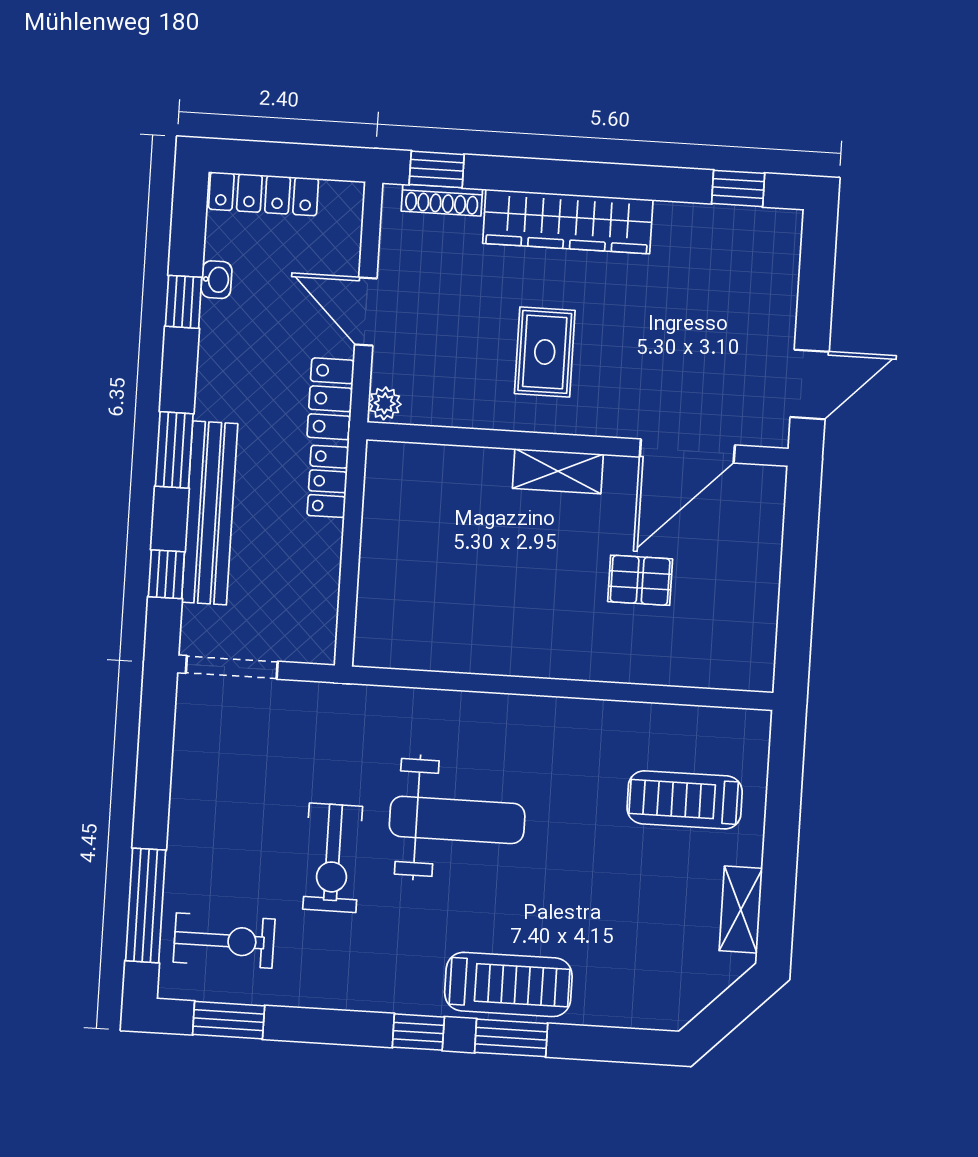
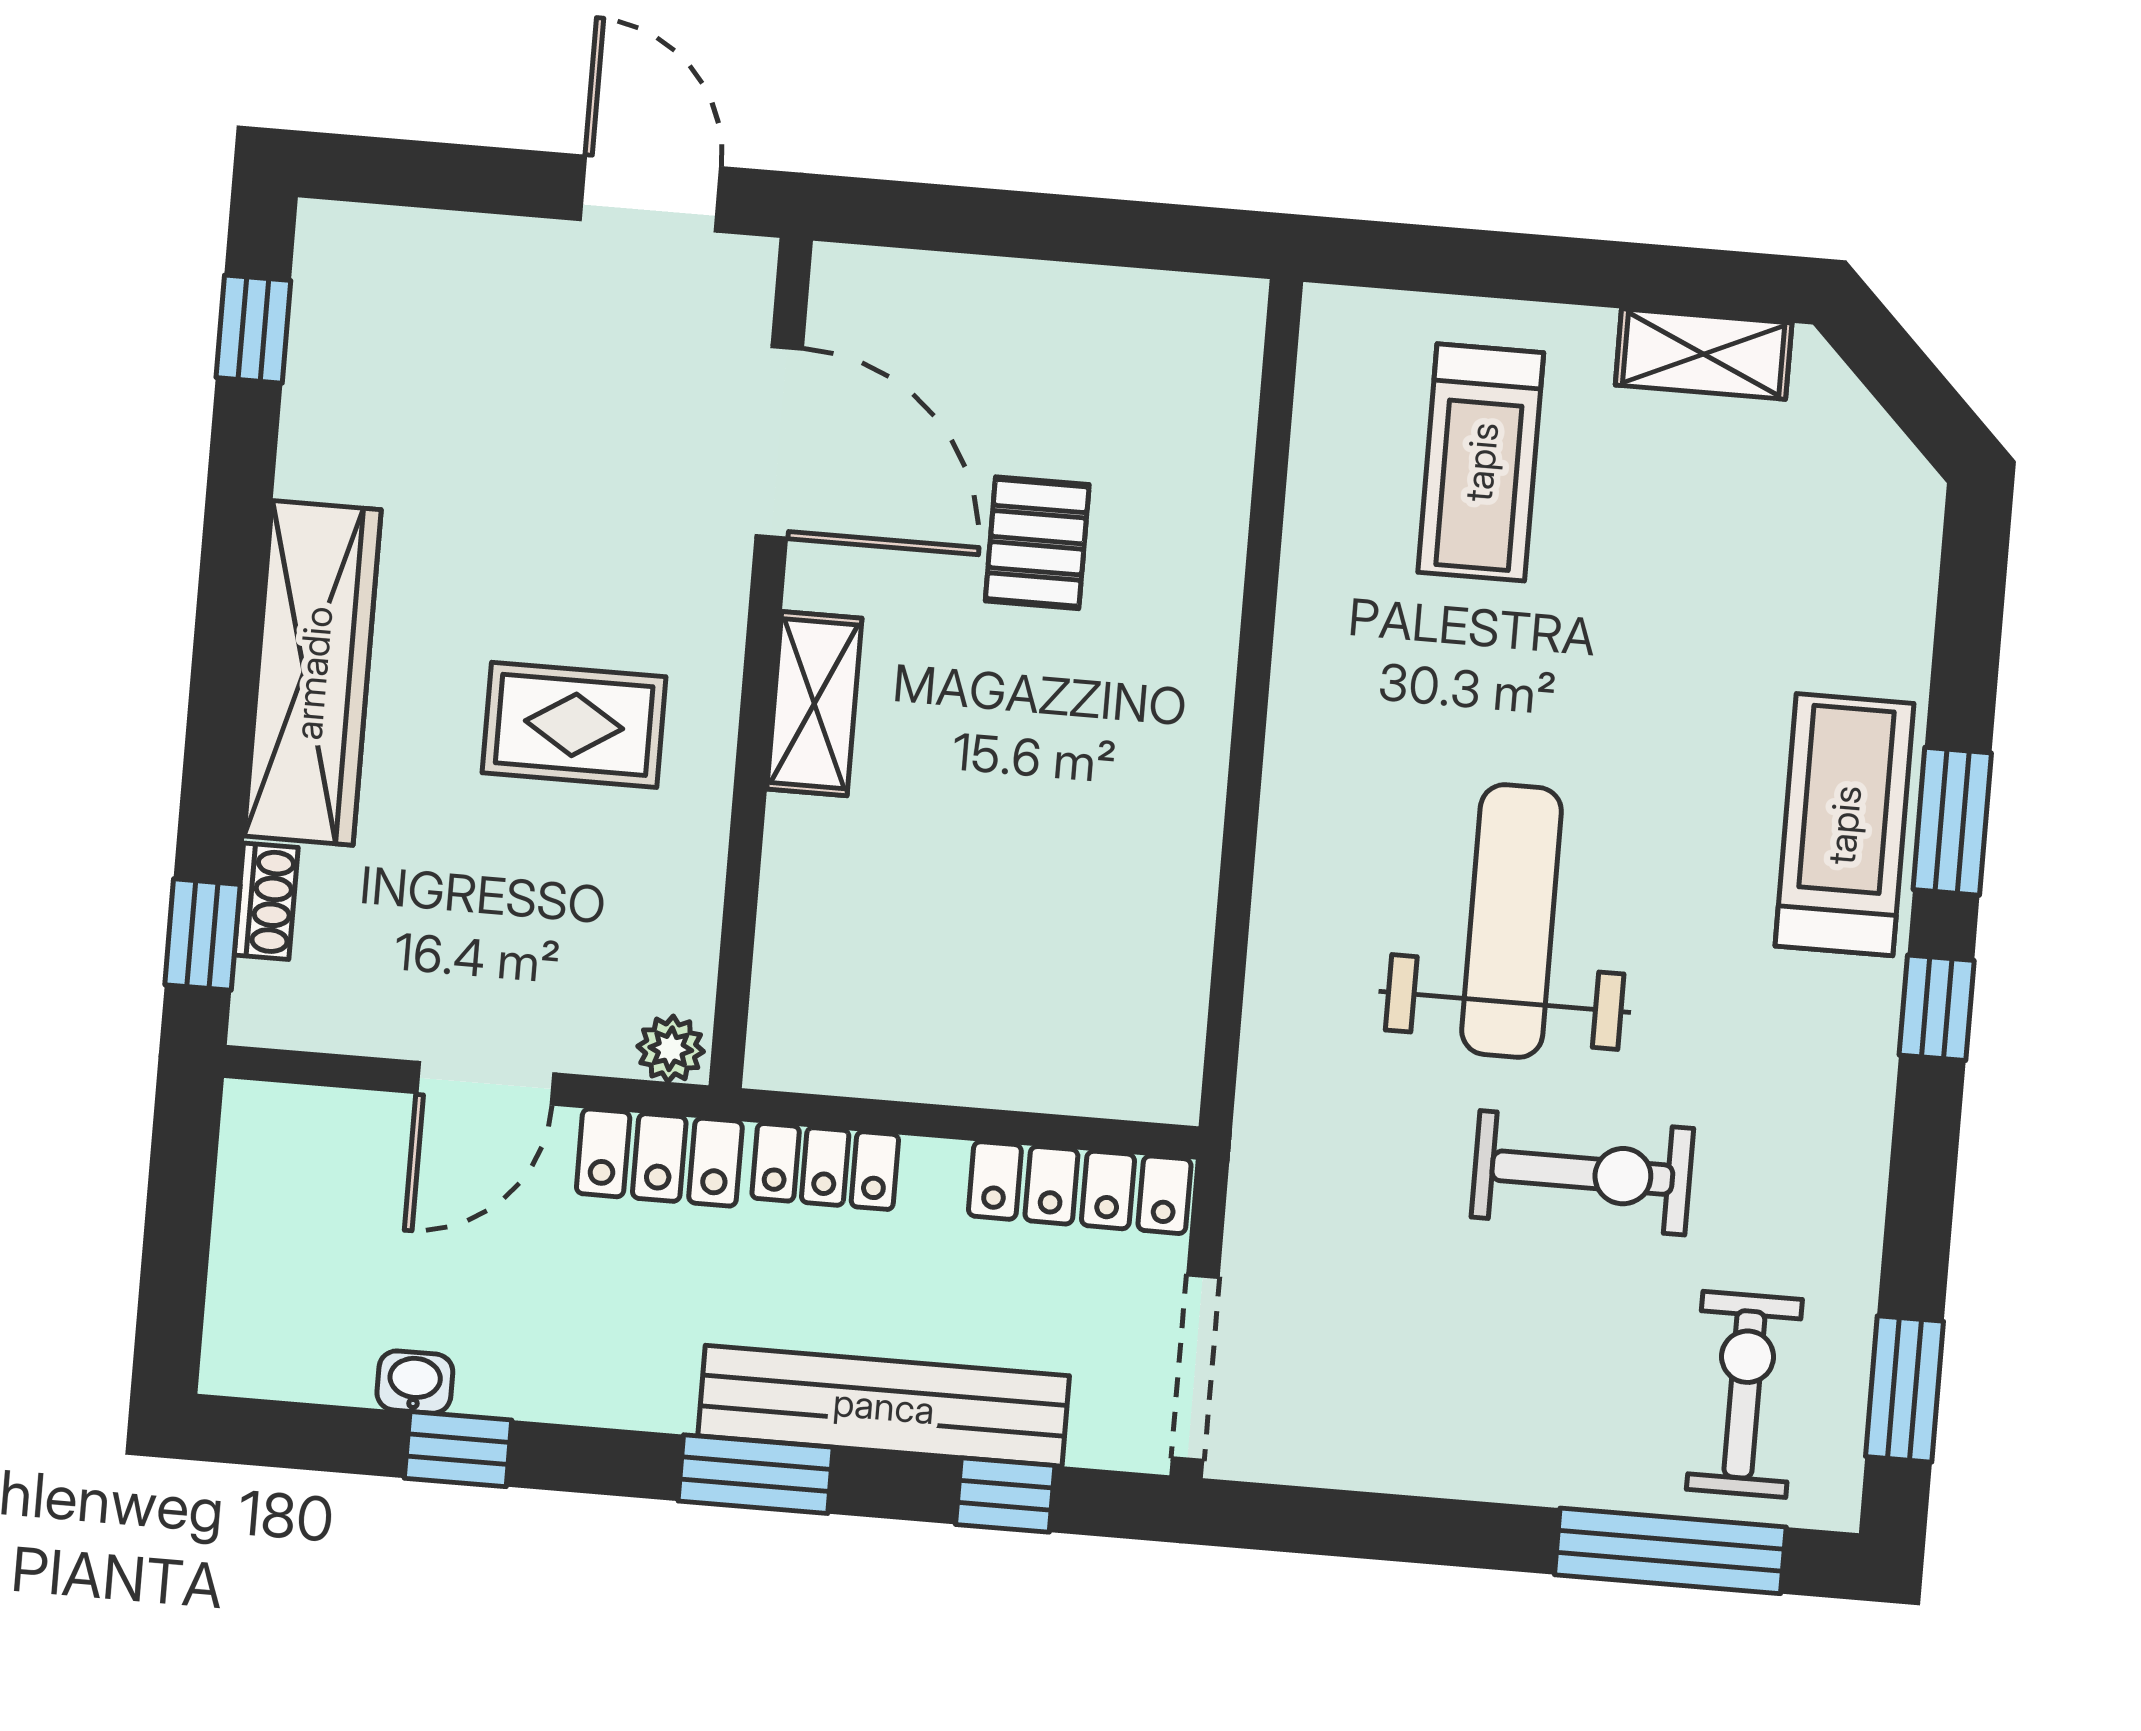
locker: (264, 194) -> (1080, 1188), moved, turned 90
shoe rack: (442, 200) -> (266, 901), width x0.70

